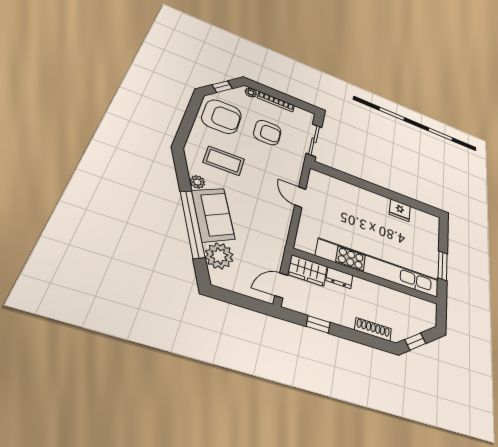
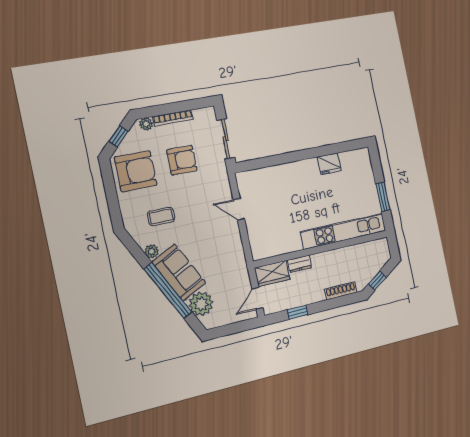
coffee table: (224, 161) -> (161, 216), width x0.73, depth x0.77
kitchen unit: (379, 268) -> (344, 231), width x0.73

